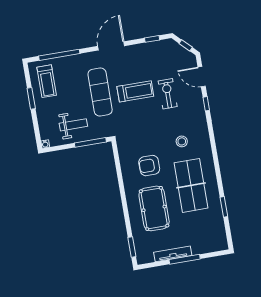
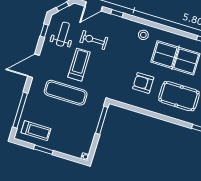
door: (111, 46) -> (34, 66), hinge flipped
weight bench: (73, 125) -> (63, 34), moved
stool: (182, 141) -> (143, 35), moved
armchair: (149, 166) -> (143, 83), turned 90

